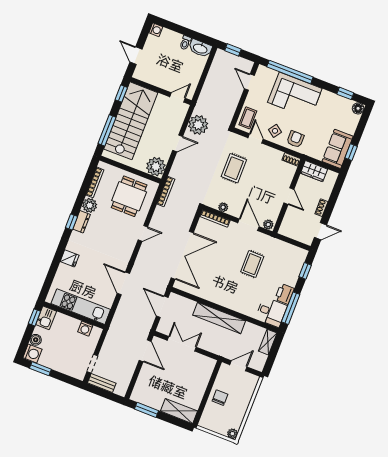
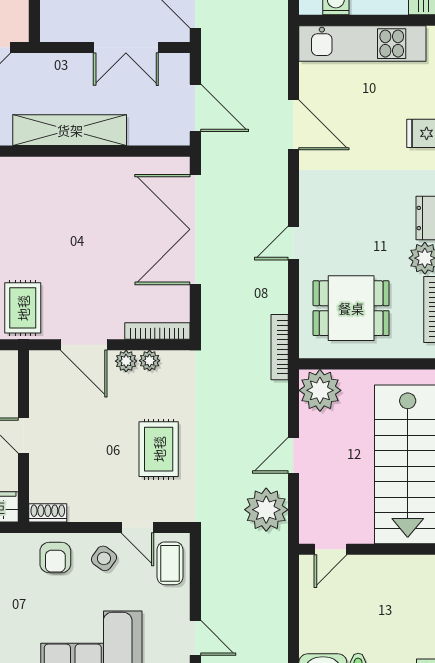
dining table: (129, 196) -> (351, 308), turned 90
plant: (268, 224) -> (126, 361), moved
rug: (252, 264) -> (23, 308), moved

